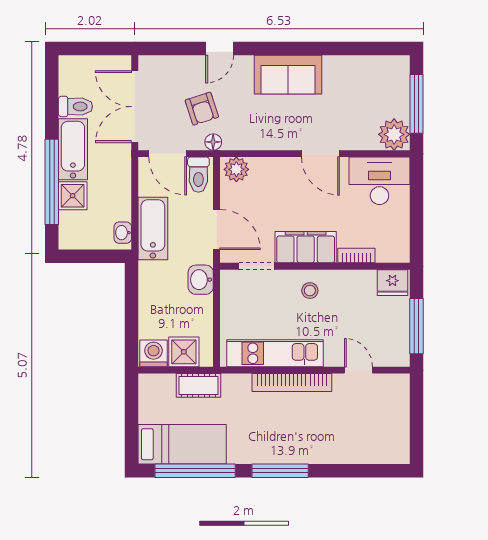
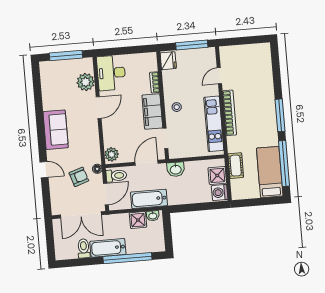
plant: (394, 134) -> (86, 82), moved
shower: (73, 196) -> (138, 220), moved

